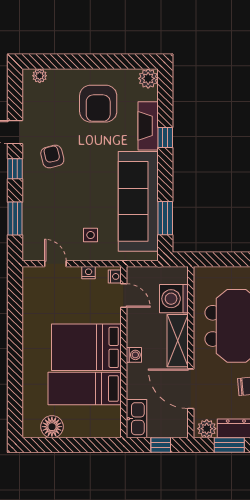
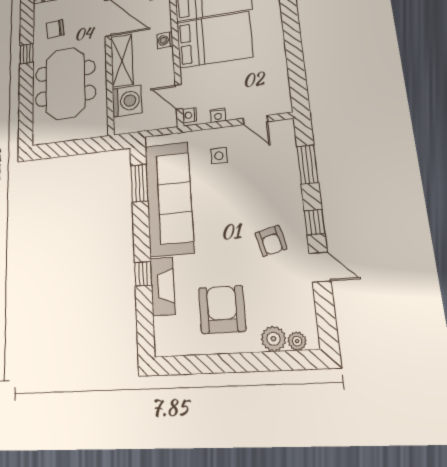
plant: (148, 78) -> (273, 339), moved

